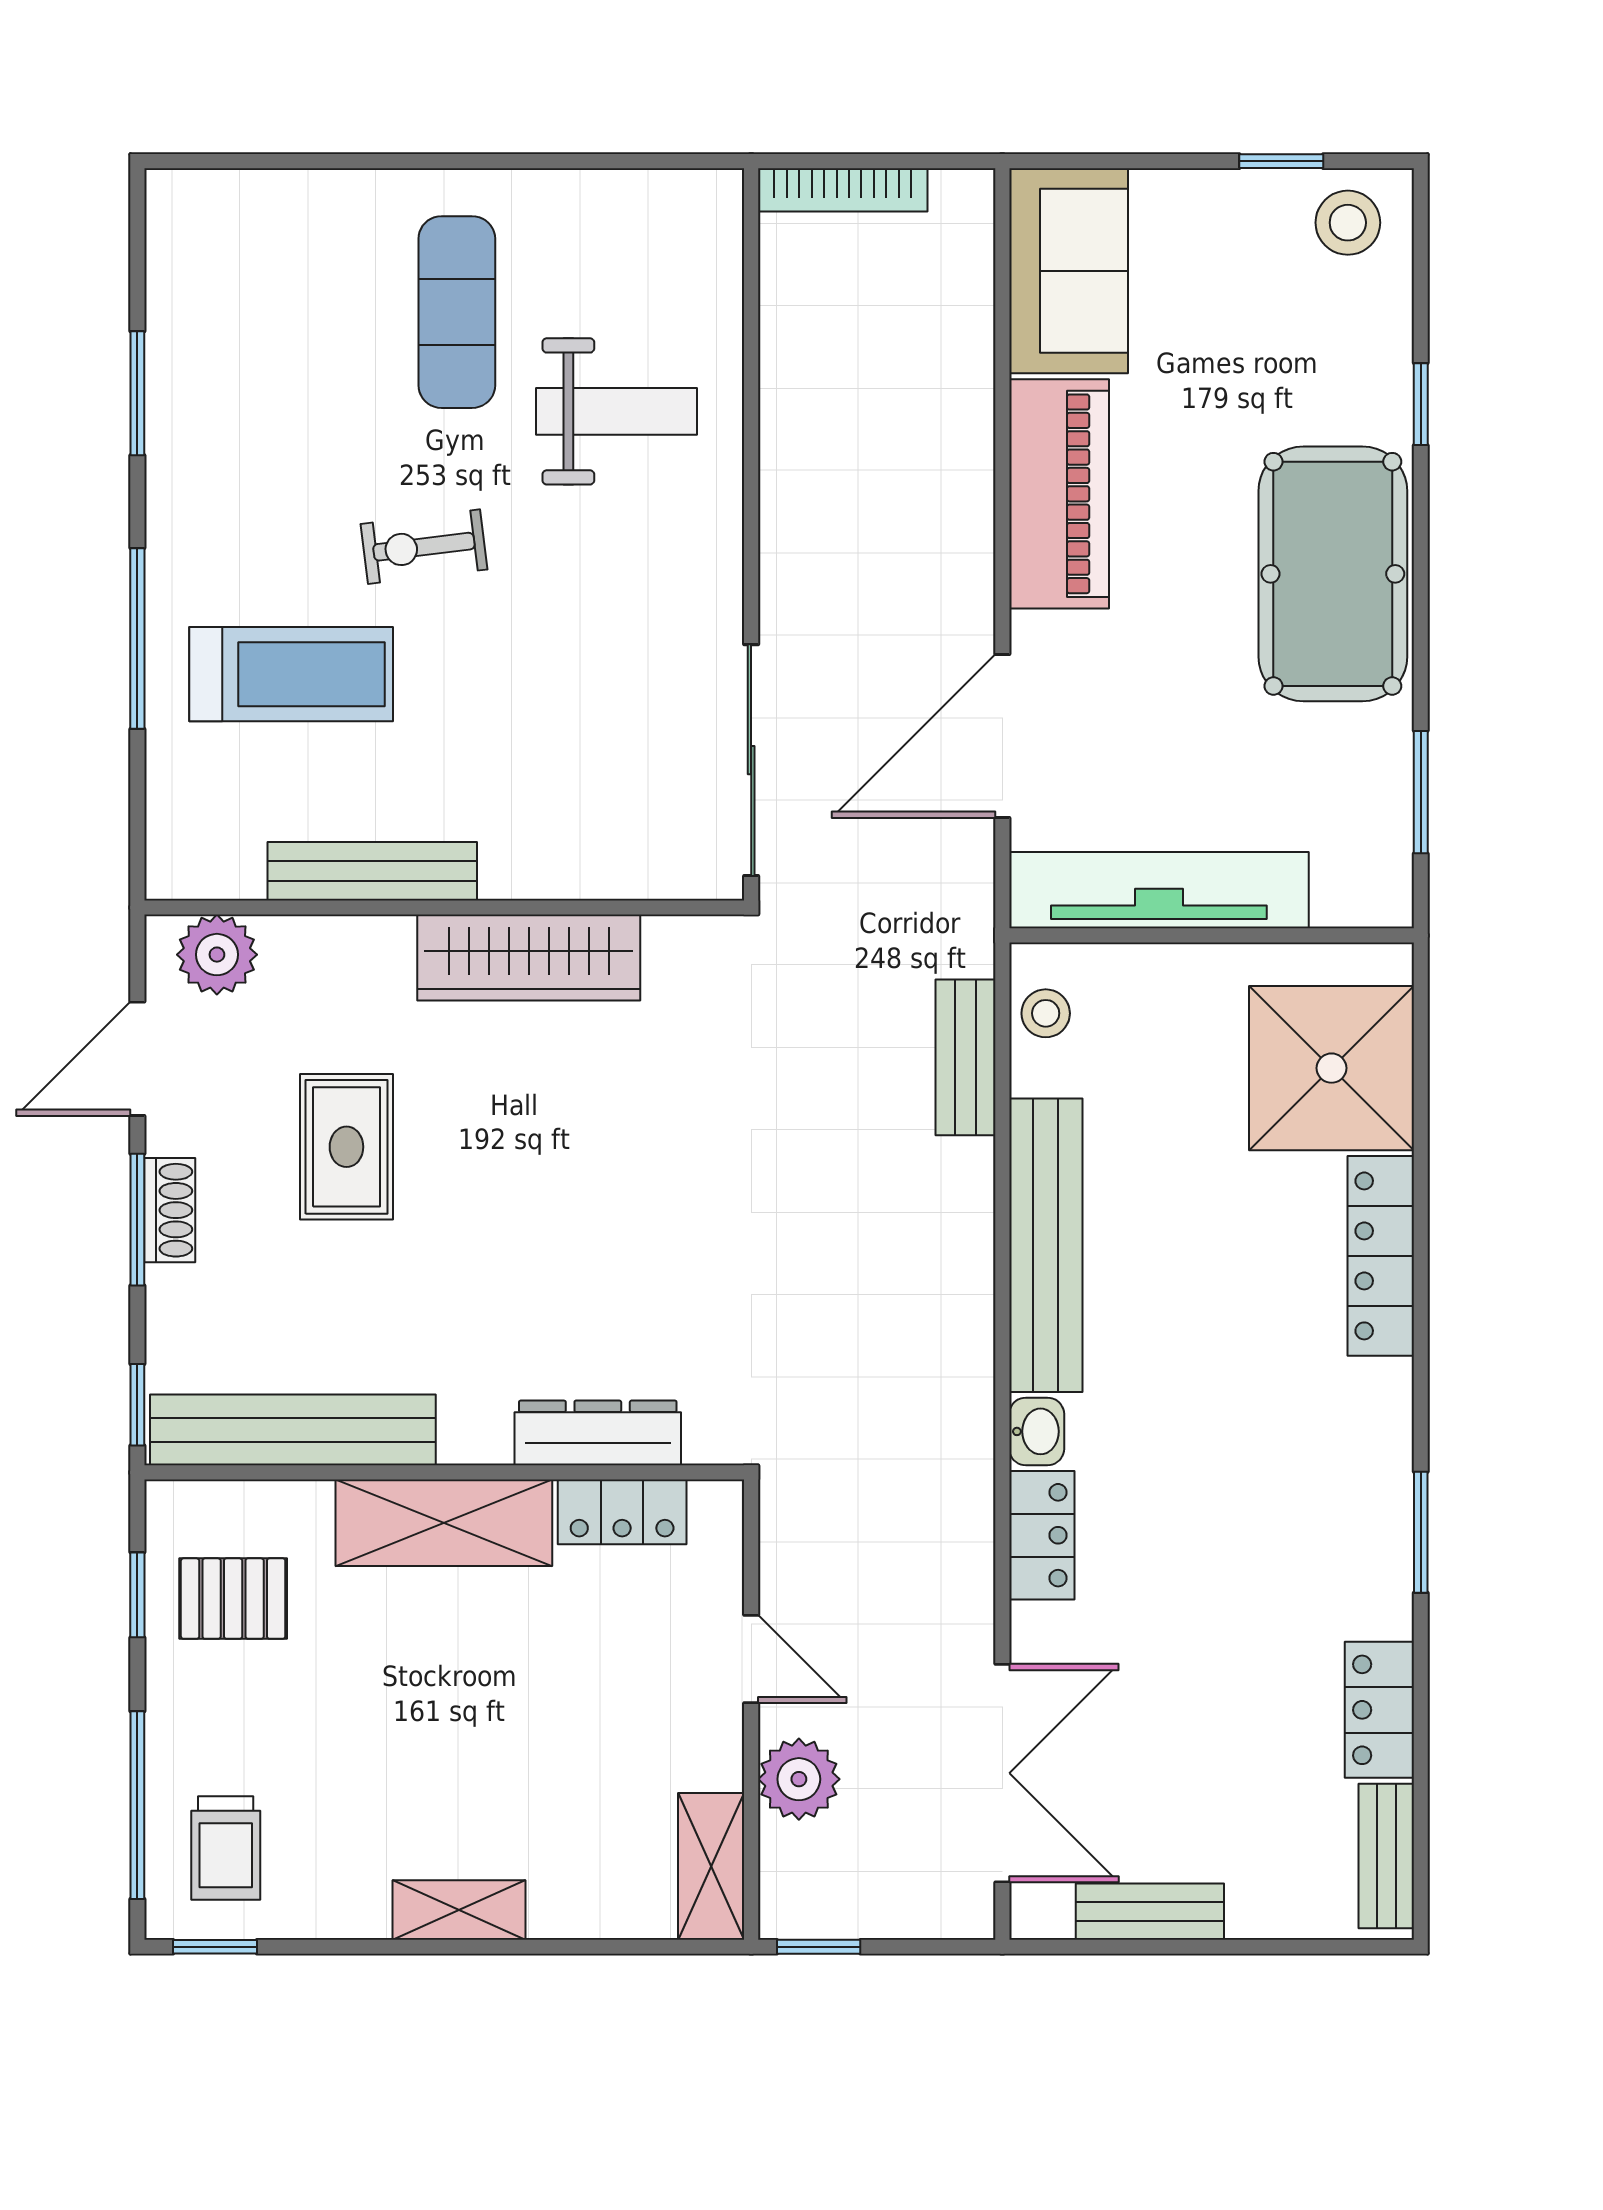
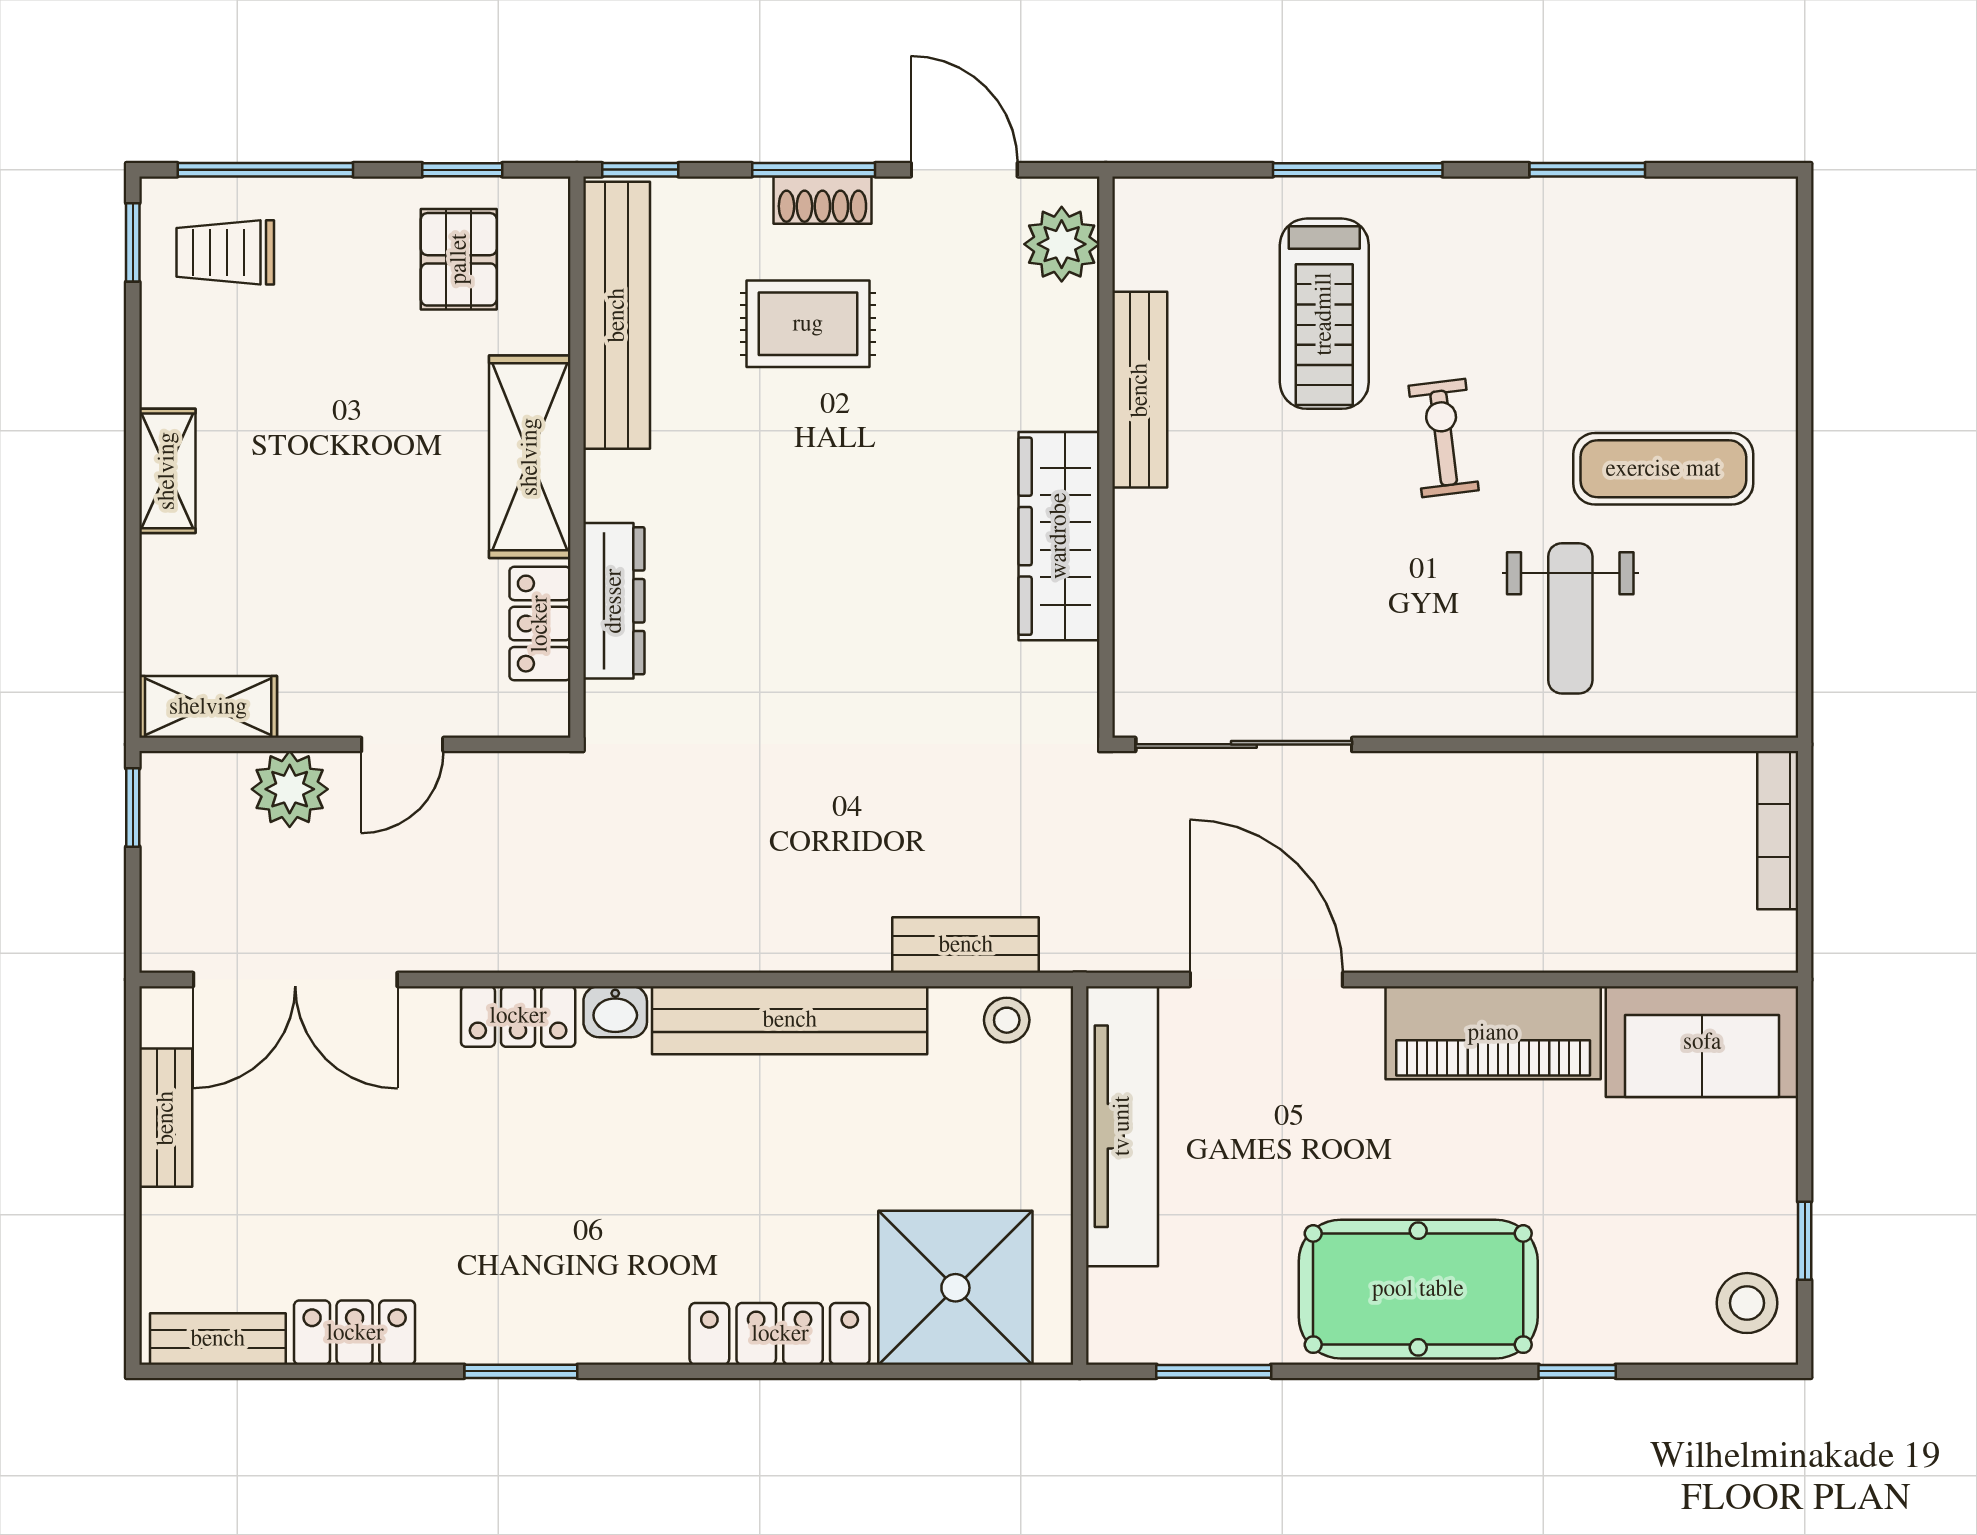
rug: (346, 1147) -> (808, 324), moved

